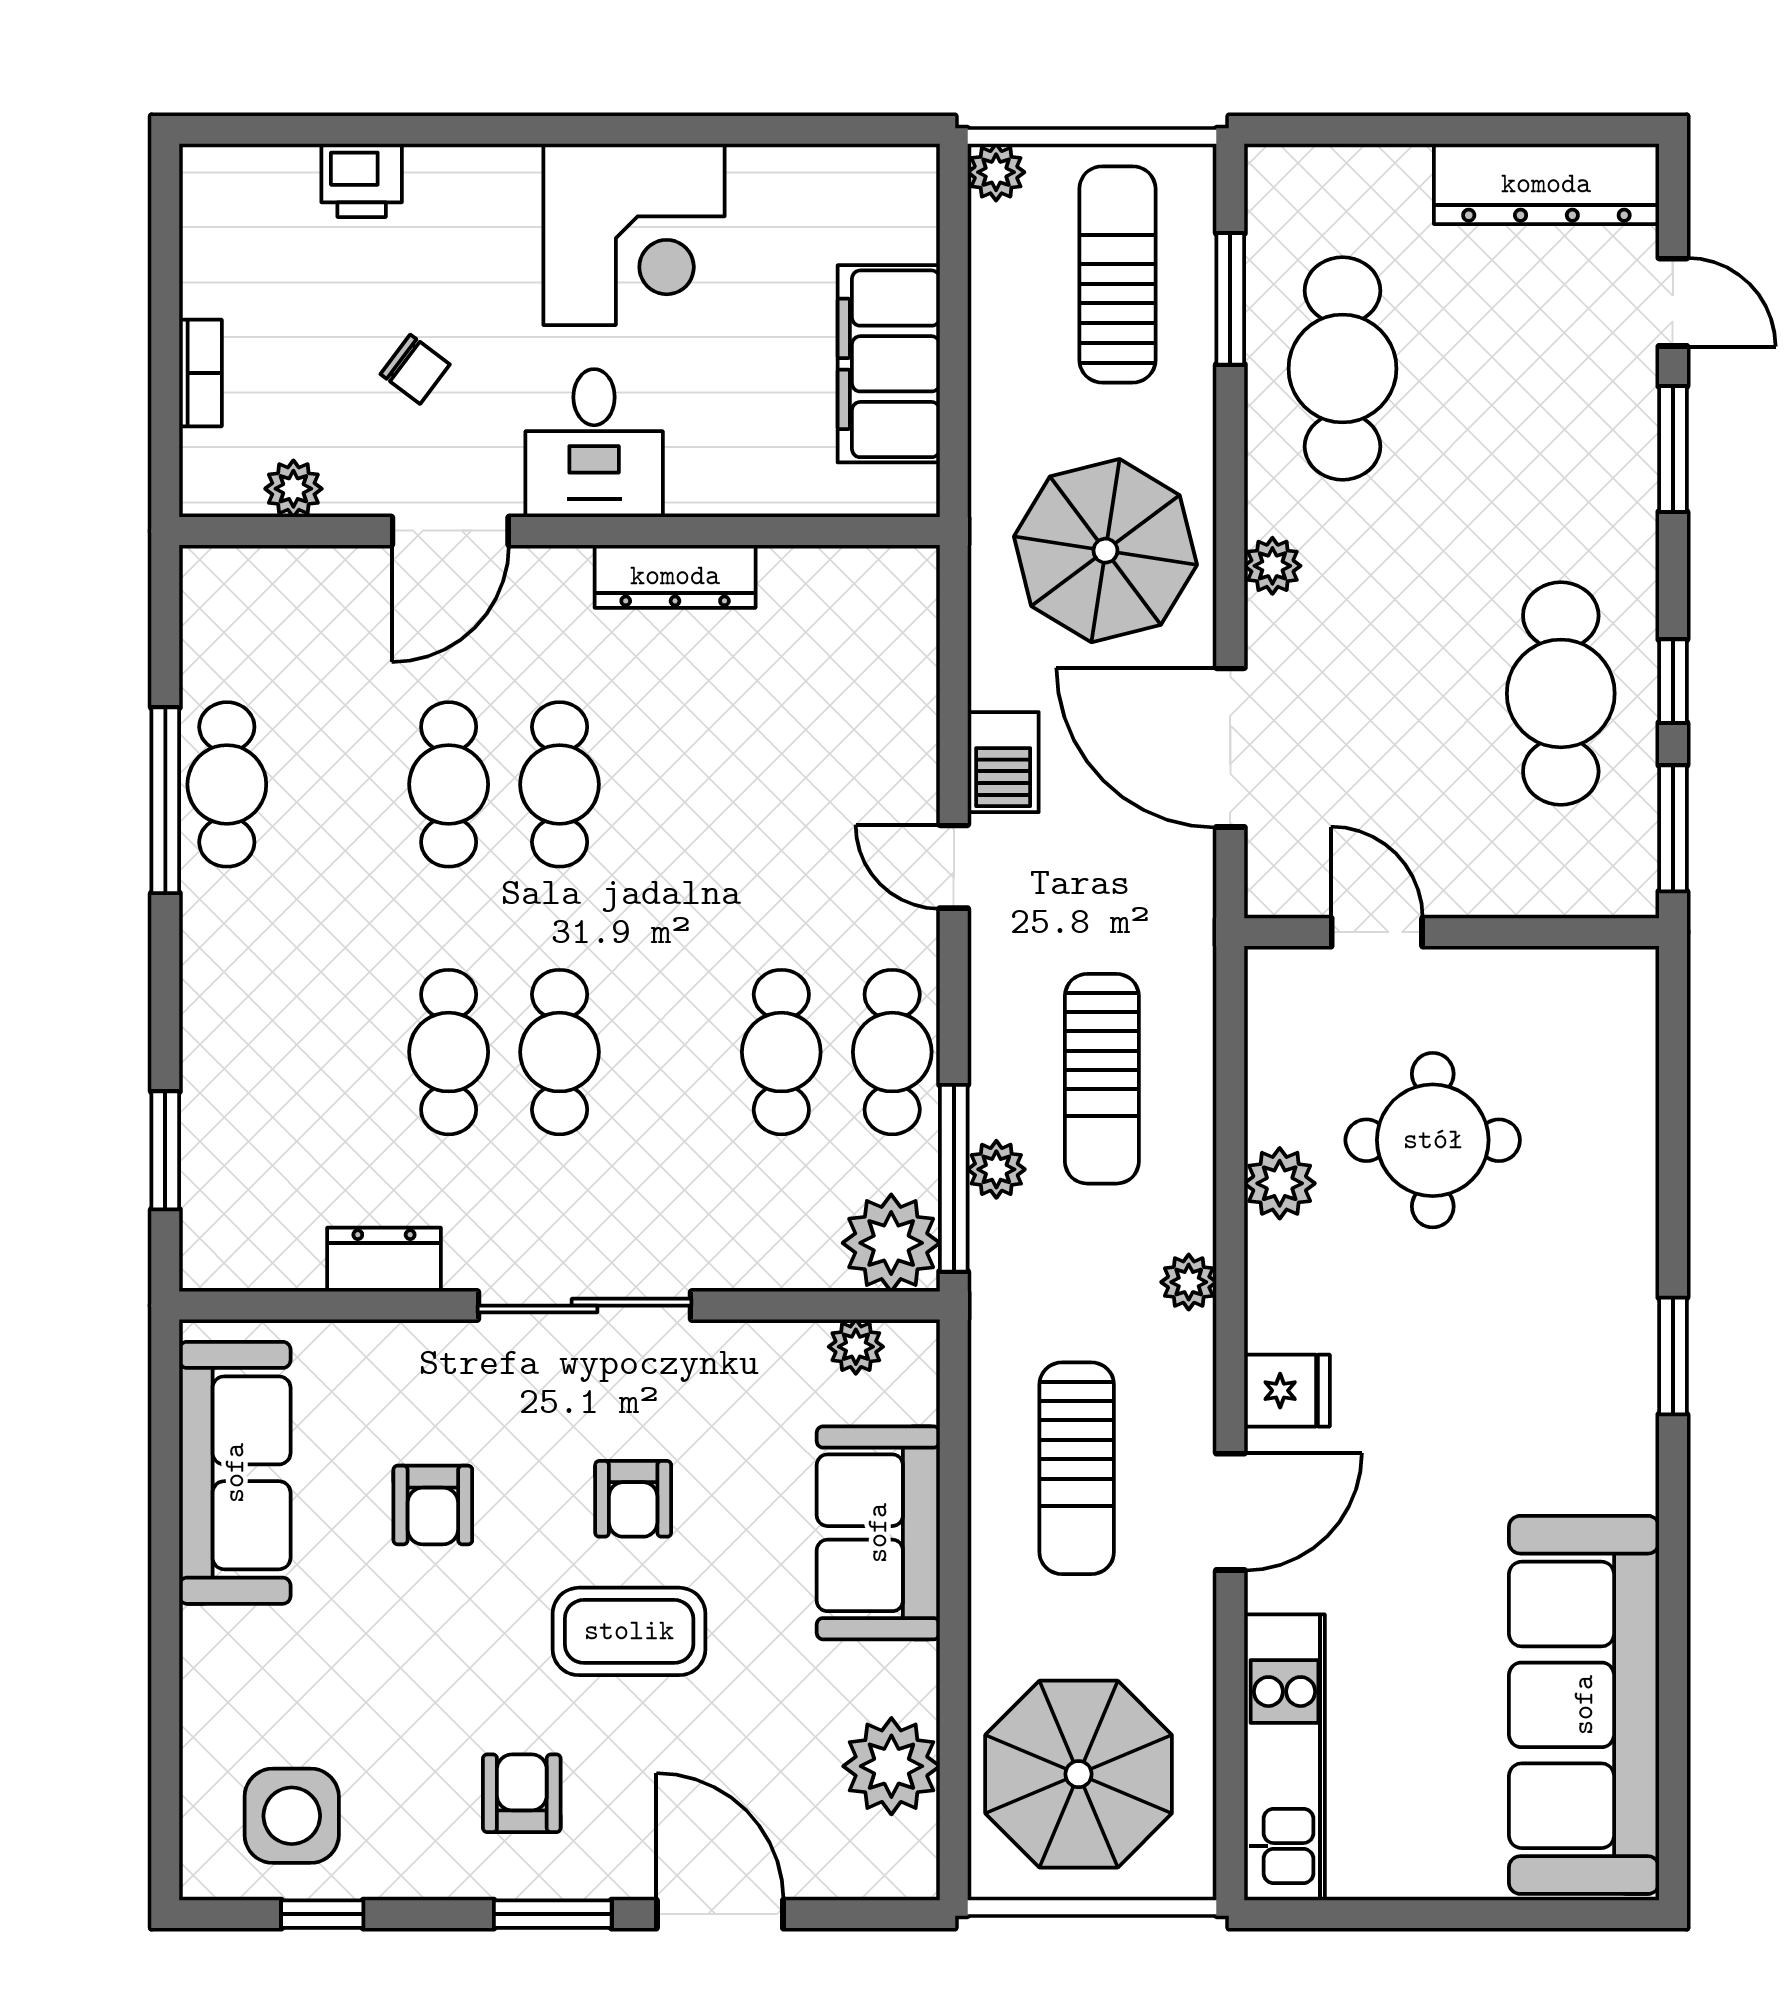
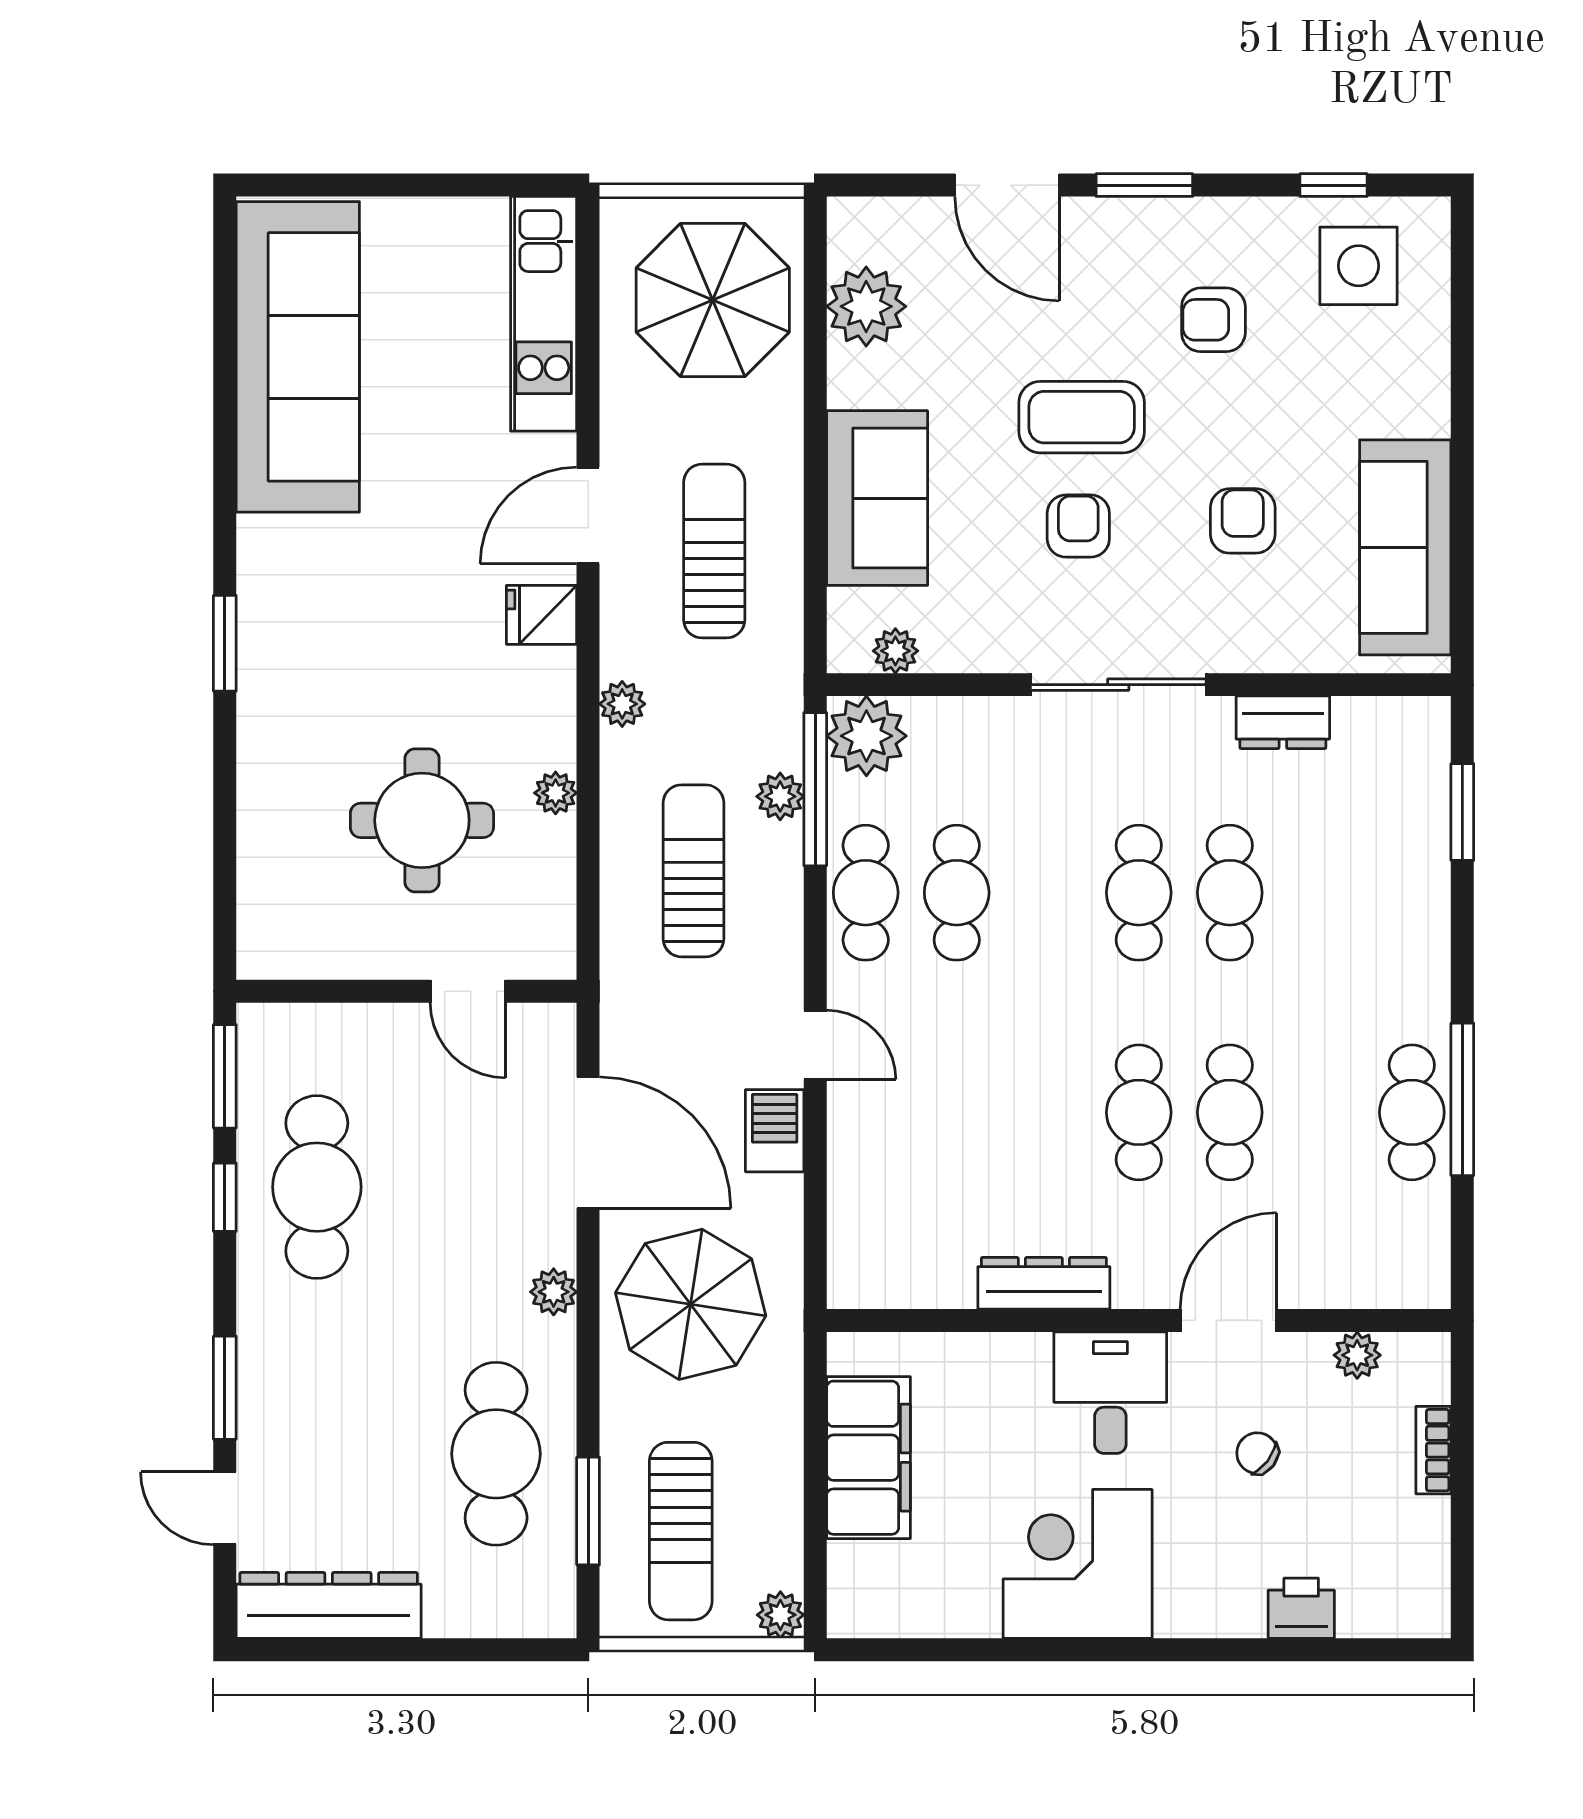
plant: (1280, 1183) -> (556, 793), width x0.73, depth x0.73
armchair: (522, 1793) -> (1213, 320), moved, turned 90

